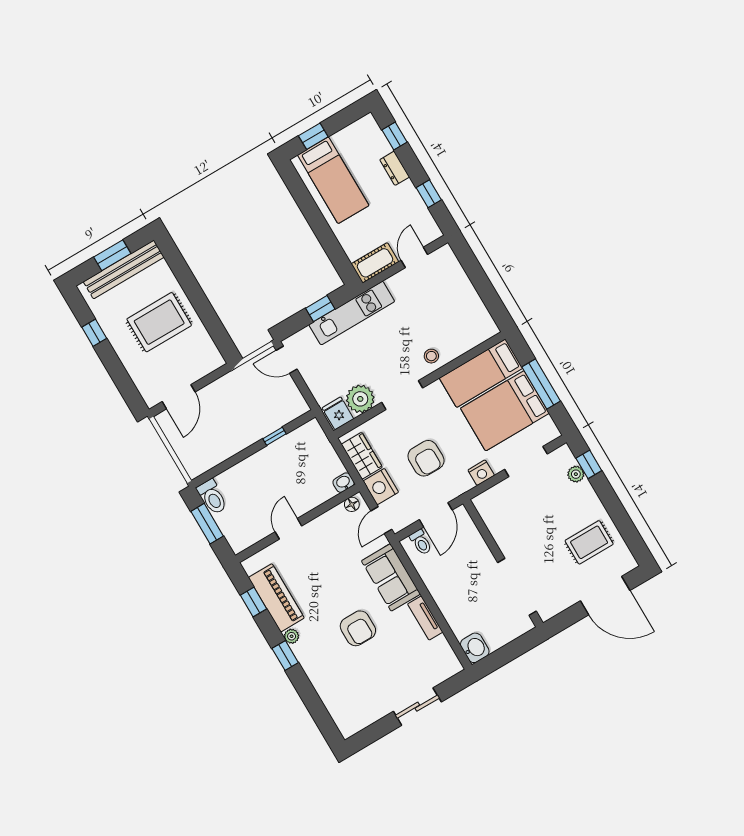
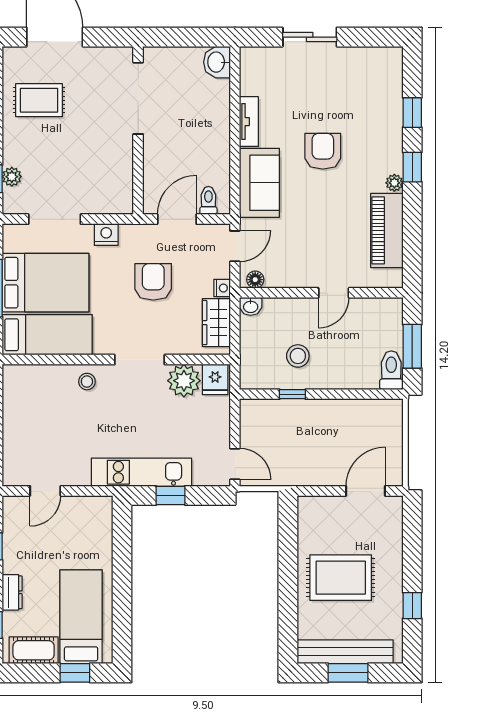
cot: (375, 263) -> (34, 650), moved
stool: (287, 467) -> (298, 356), added
nightstand: (381, 487) -> (222, 288), width x0.53, depth x0.56
window: (253, 602) -> (412, 113), moved

